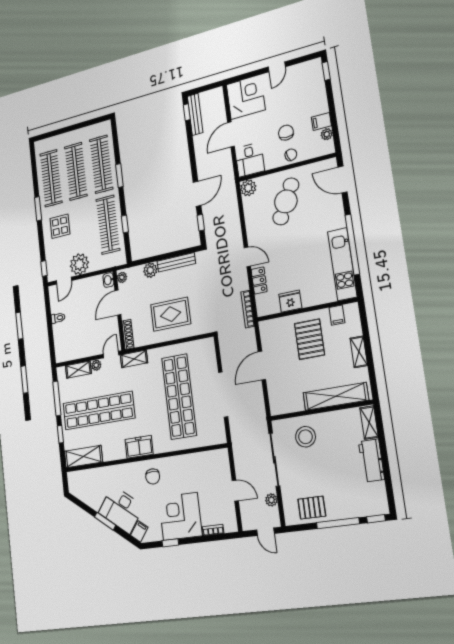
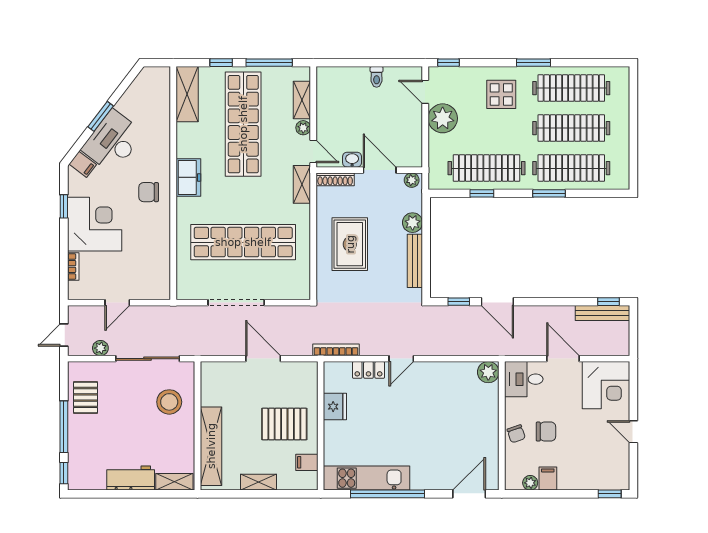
cafe table: (286, 201) -> (459, 419), removed
washbasin: (108, 280) -> (352, 160), moved

